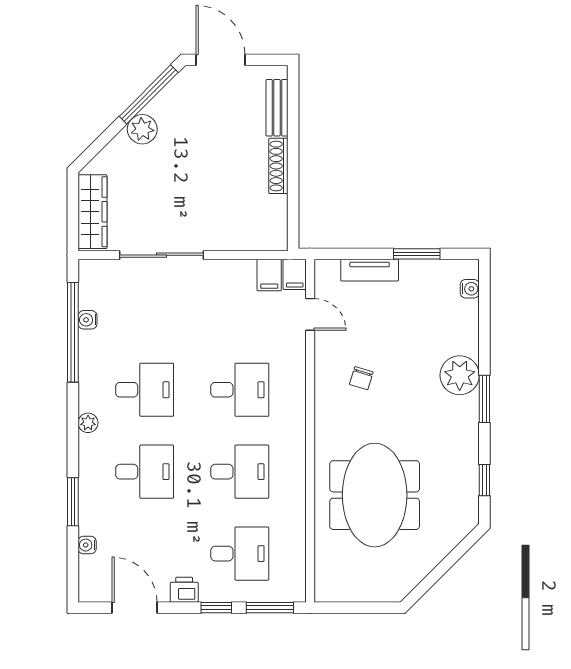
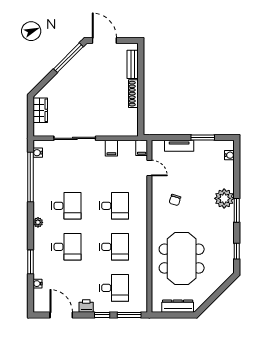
plant: (142, 129) -> (65, 75), removed
wardrobe: (92, 212) -> (40, 110), width x0.67
filing cabinet: (269, 275) -> (111, 148), moved
water cooler: (88, 320) -> (38, 153), moved
dresser: (367, 590) -> (178, 306), added

